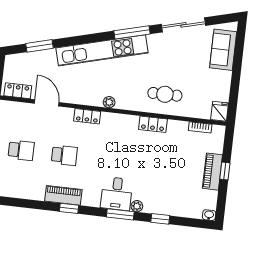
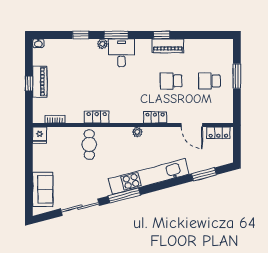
cafe table: (165, 94) -> (89, 145), turned 90

